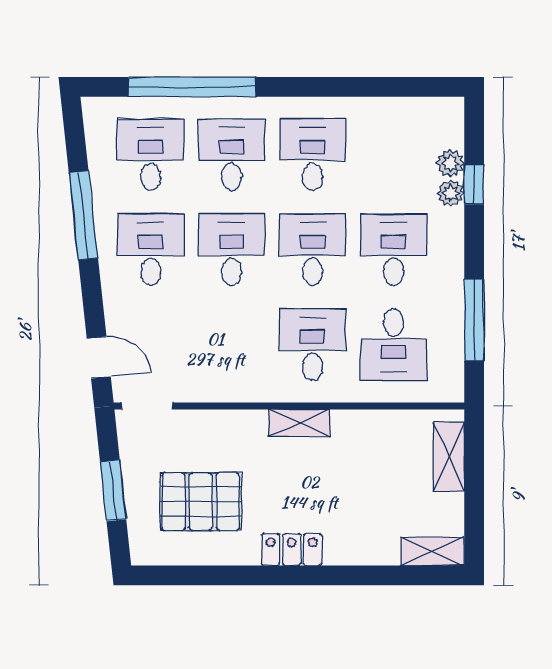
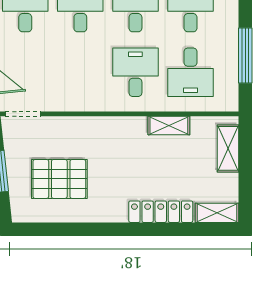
shelving: (299, 423) -> (169, 125), moved
locker: (292, 550) -> (161, 212), moved, width x1.53

